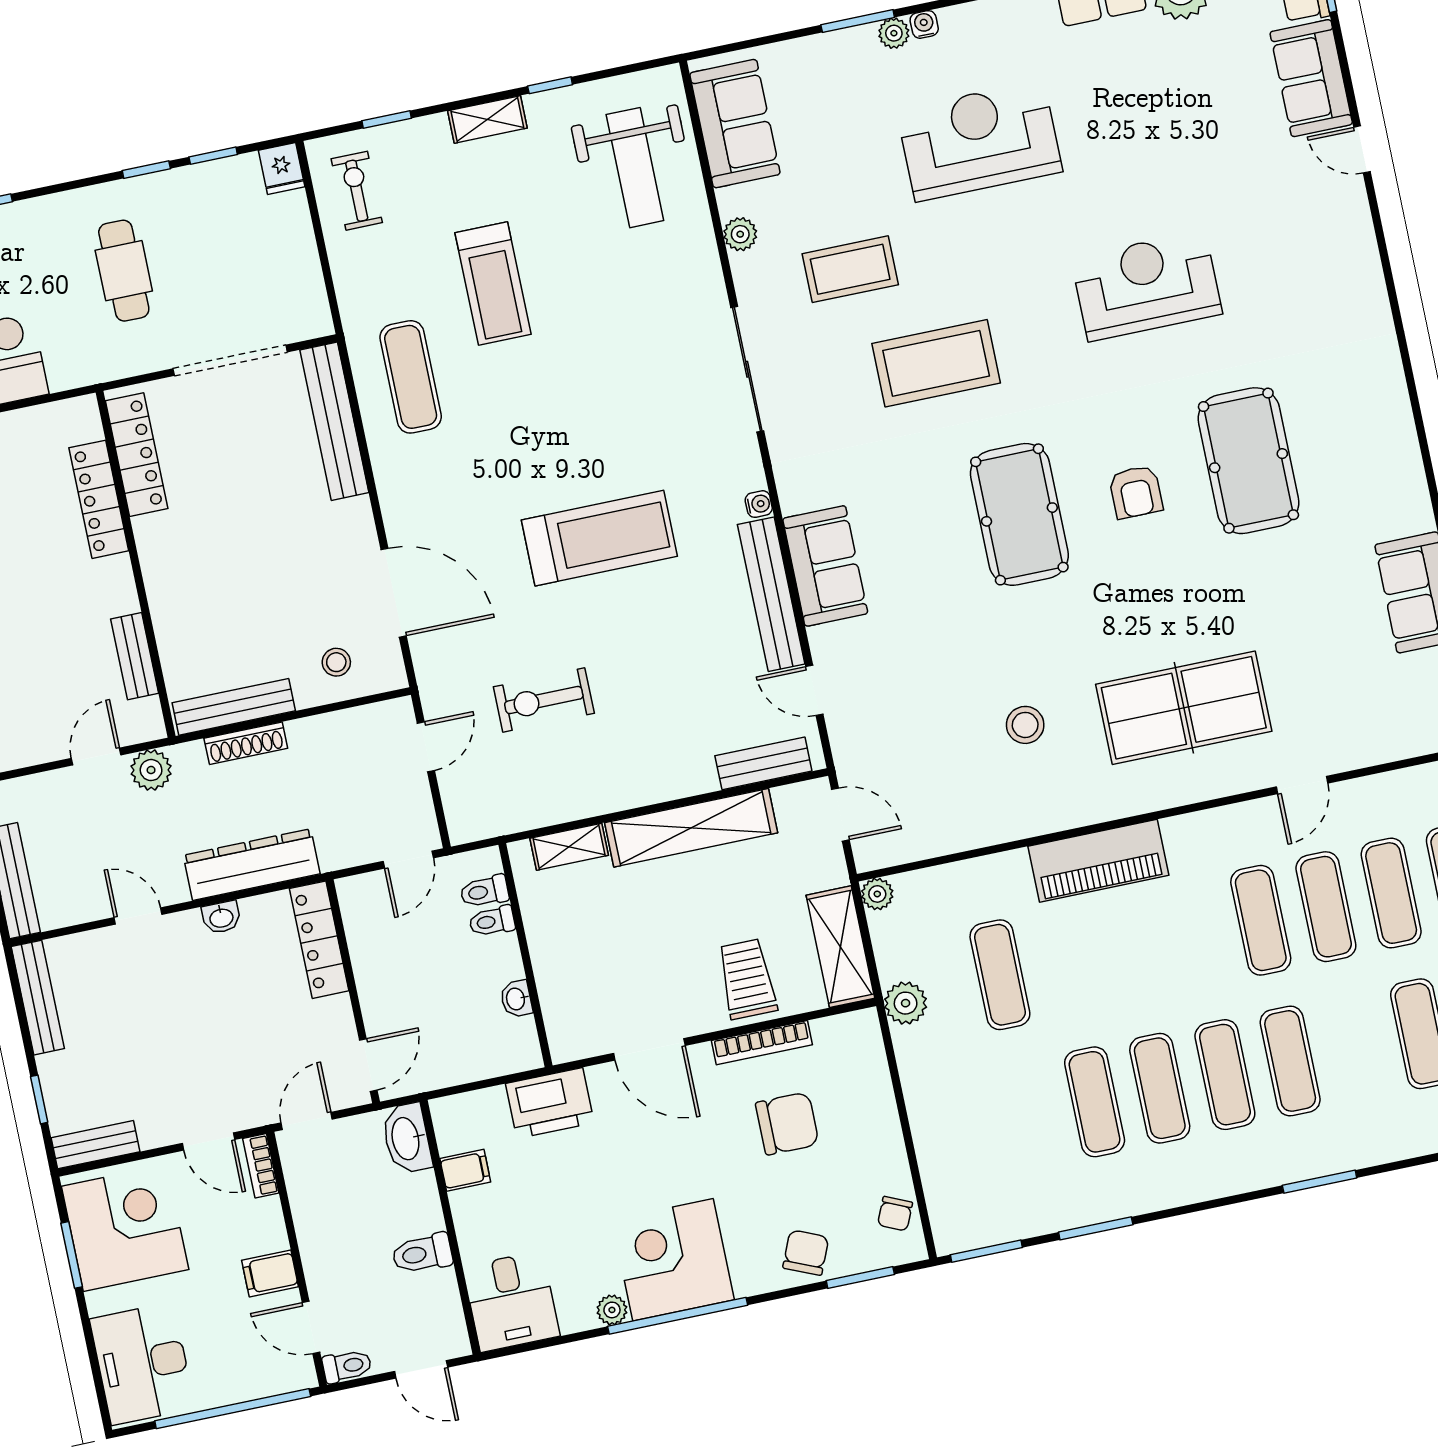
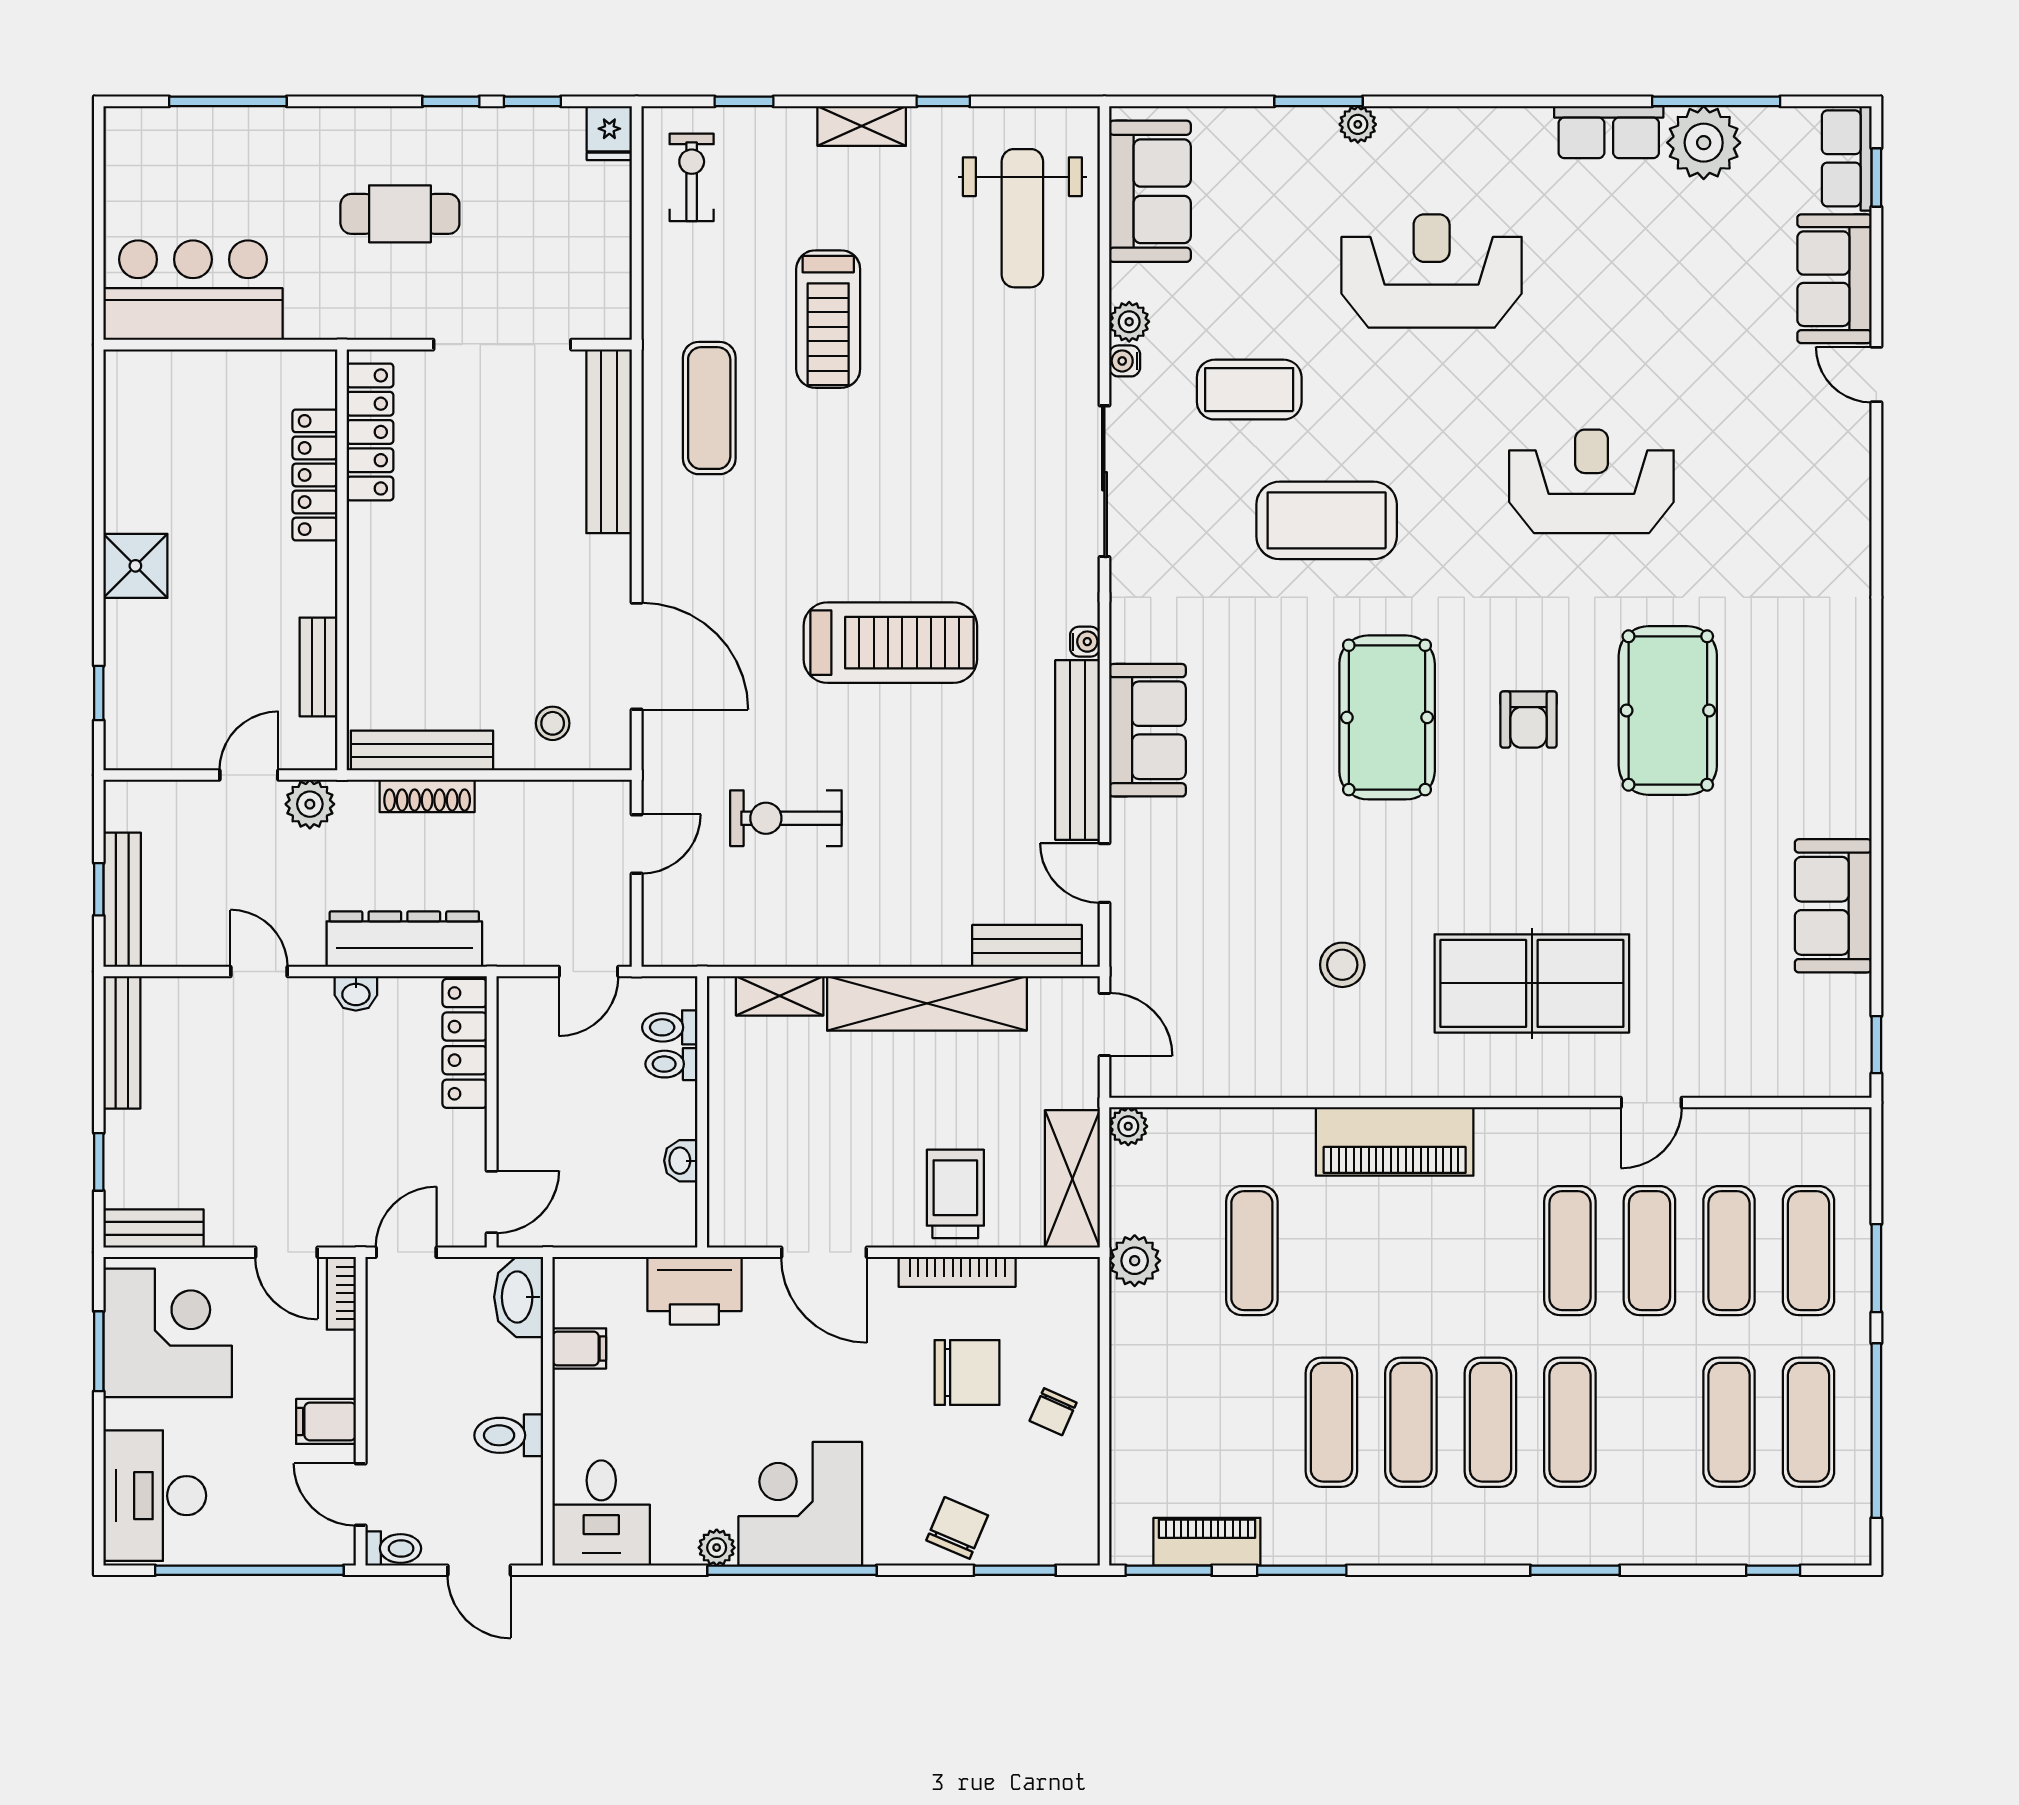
water cooler: (924, 24) -> (1125, 361), moved, turned -90
cafe table: (124, 271) -> (400, 214), turned 90
chair: (895, 1214) -> (1053, 1412), moved
piano: (1013, 1221) -> (1207, 1542), added

